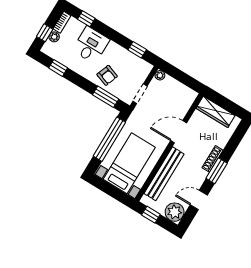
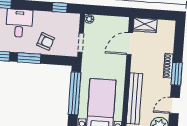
window: (106, 97) -> (29, 58), moved
wardrobe: (216, 112) -> (145, 25), width x0.67
door: (179, 132) -> (130, 44), moved

